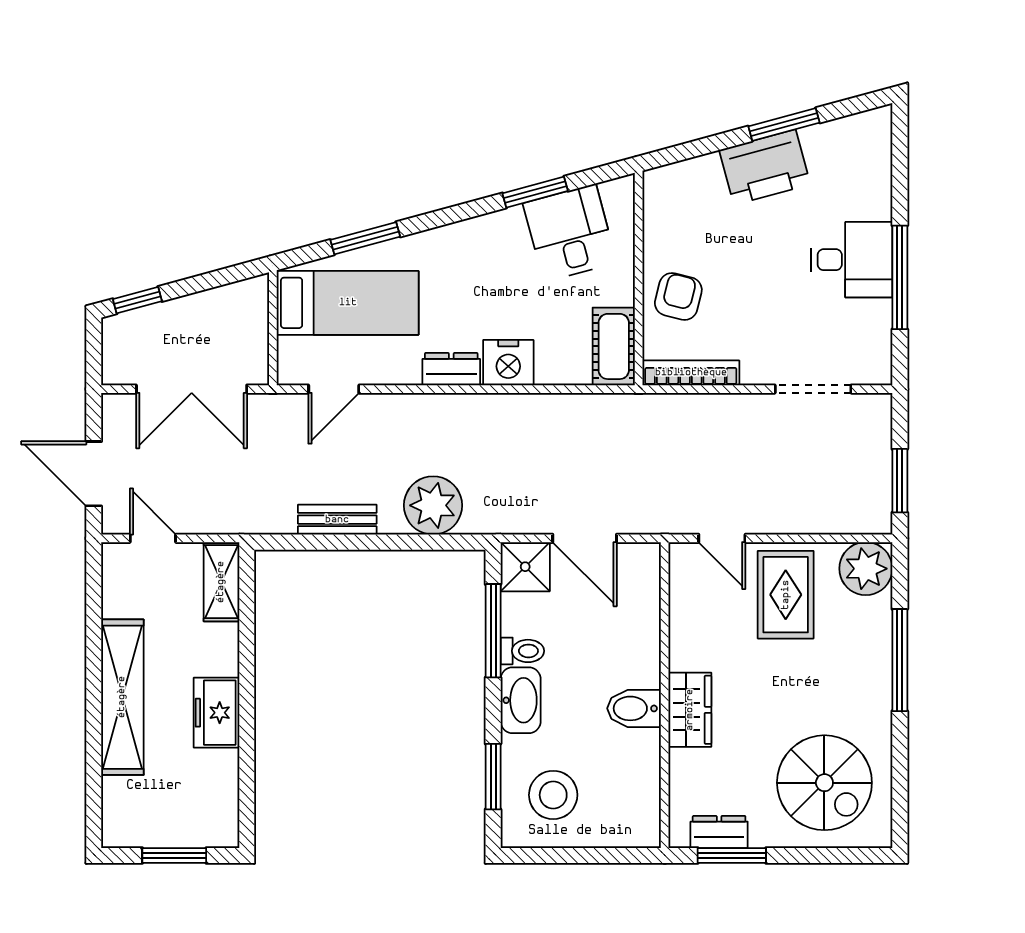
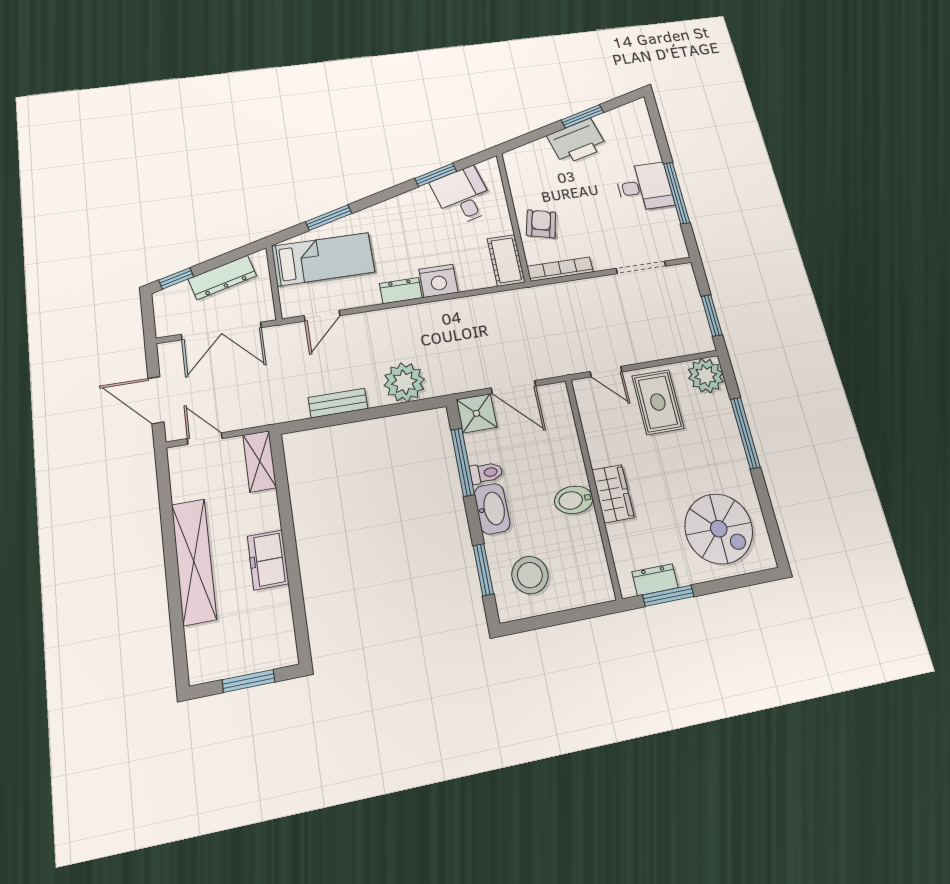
dresser: (202, 309) -> (222, 277), added

